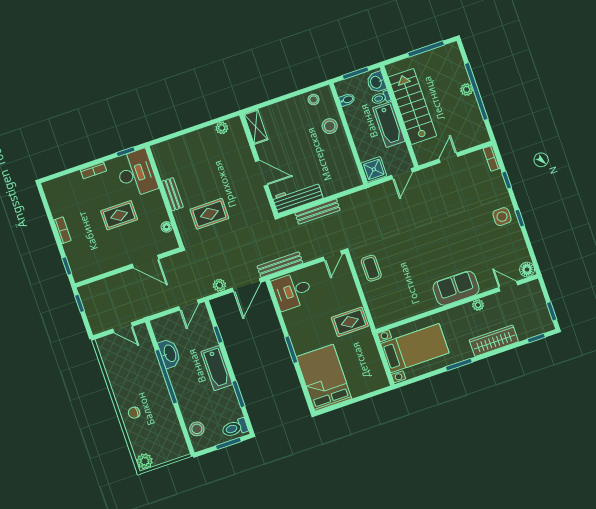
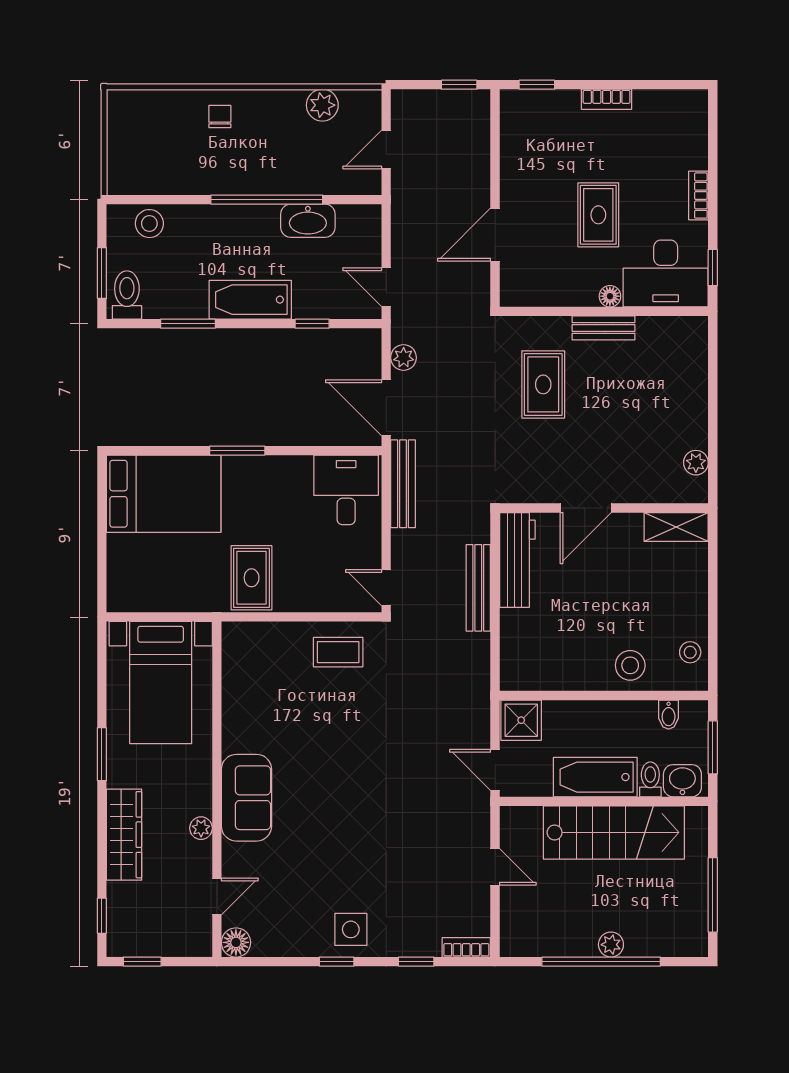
floor lamp: (167, 227) -> (610, 296), moved
plant: (145, 461) -> (322, 105), moved

